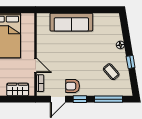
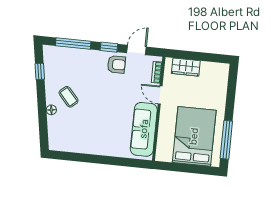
sofa: (71, 22) -> (144, 129), moved, turned -90
window: (131, 62) -> (40, 71), moved
coffee table: (111, 72) -> (69, 97), moved

